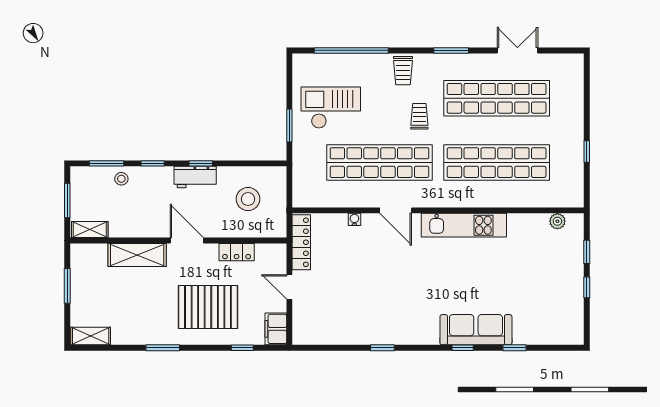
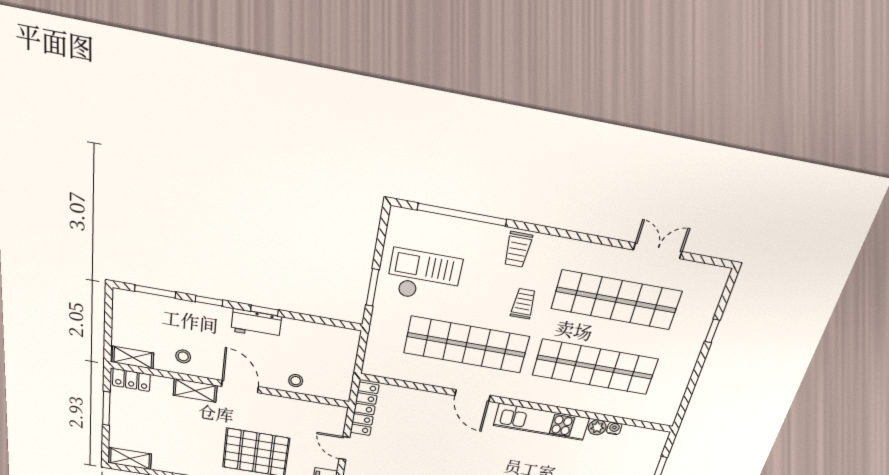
window: (451, 50) -> (580, 237), removed
window: (587, 151) -> (712, 331), moved
stool: (121, 179) -> (183, 356), moved
stool: (248, 199) -> (296, 381), moved, width x0.53, depth x0.53
window: (67, 201) -> (108, 323), removed
water cooler: (354, 219) -> (614, 428), moved
plant: (557, 221) -> (597, 427), moved
locker: (237, 252) -> (131, 380), moved
shelving: (137, 255) -> (195, 390), width x0.67, depth x0.75

